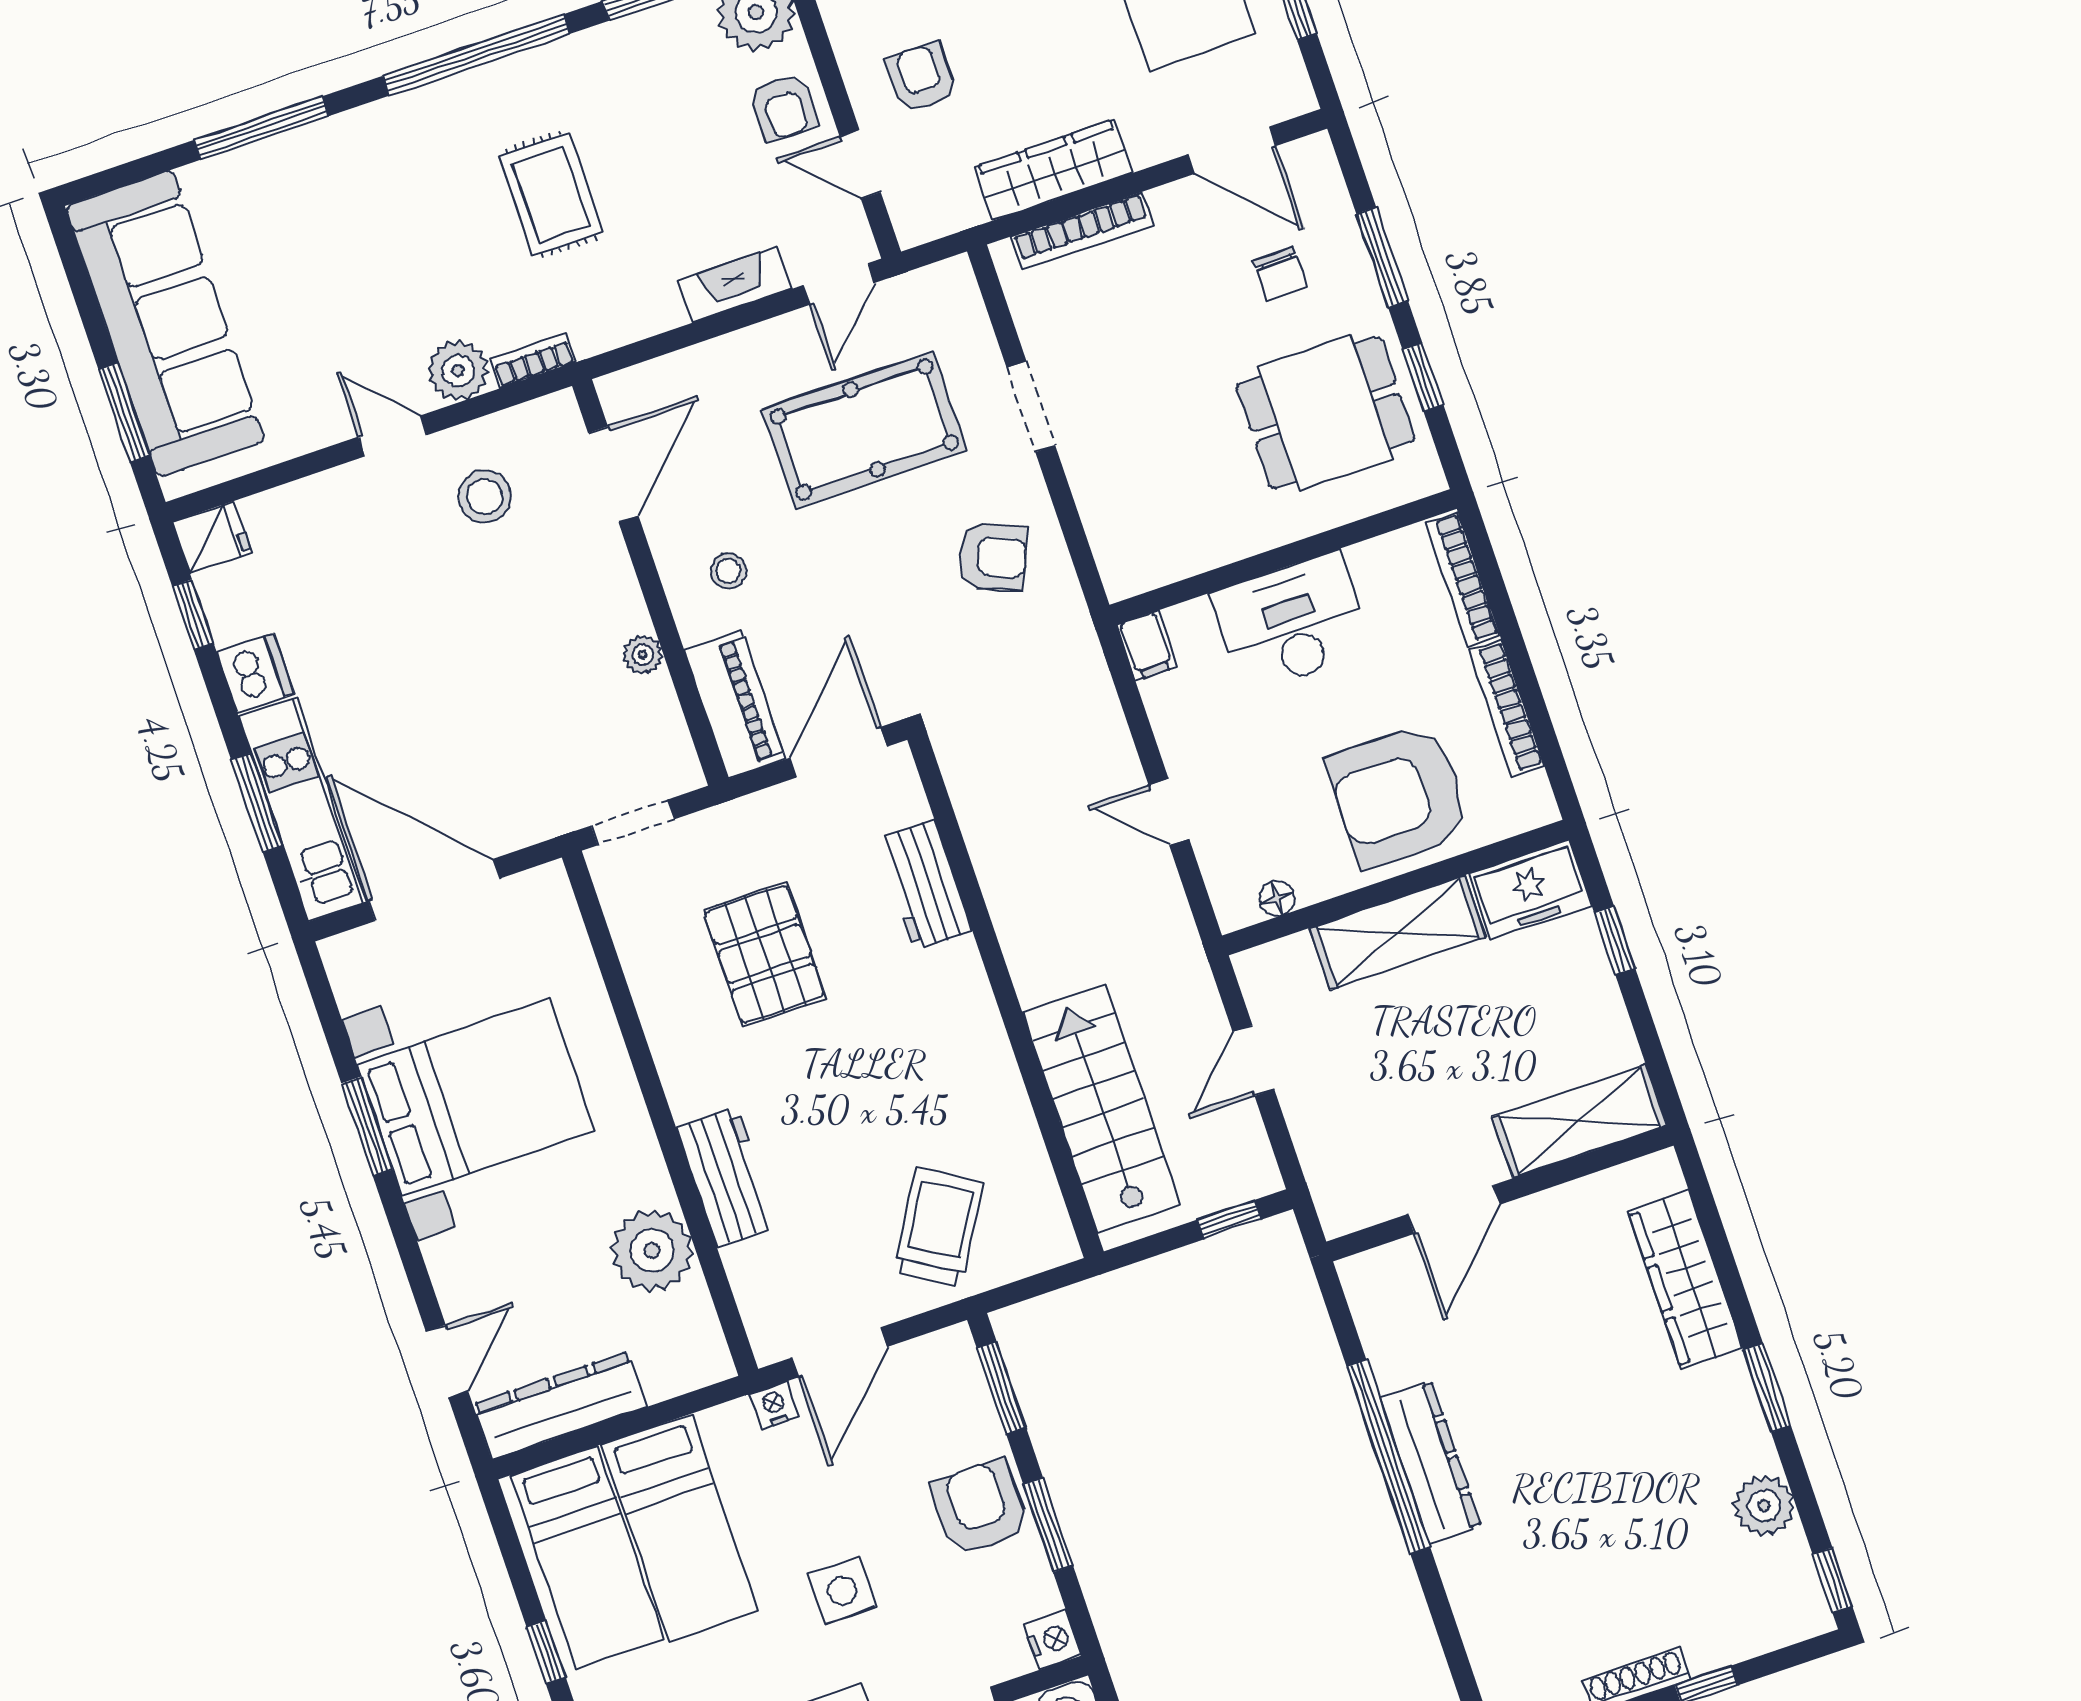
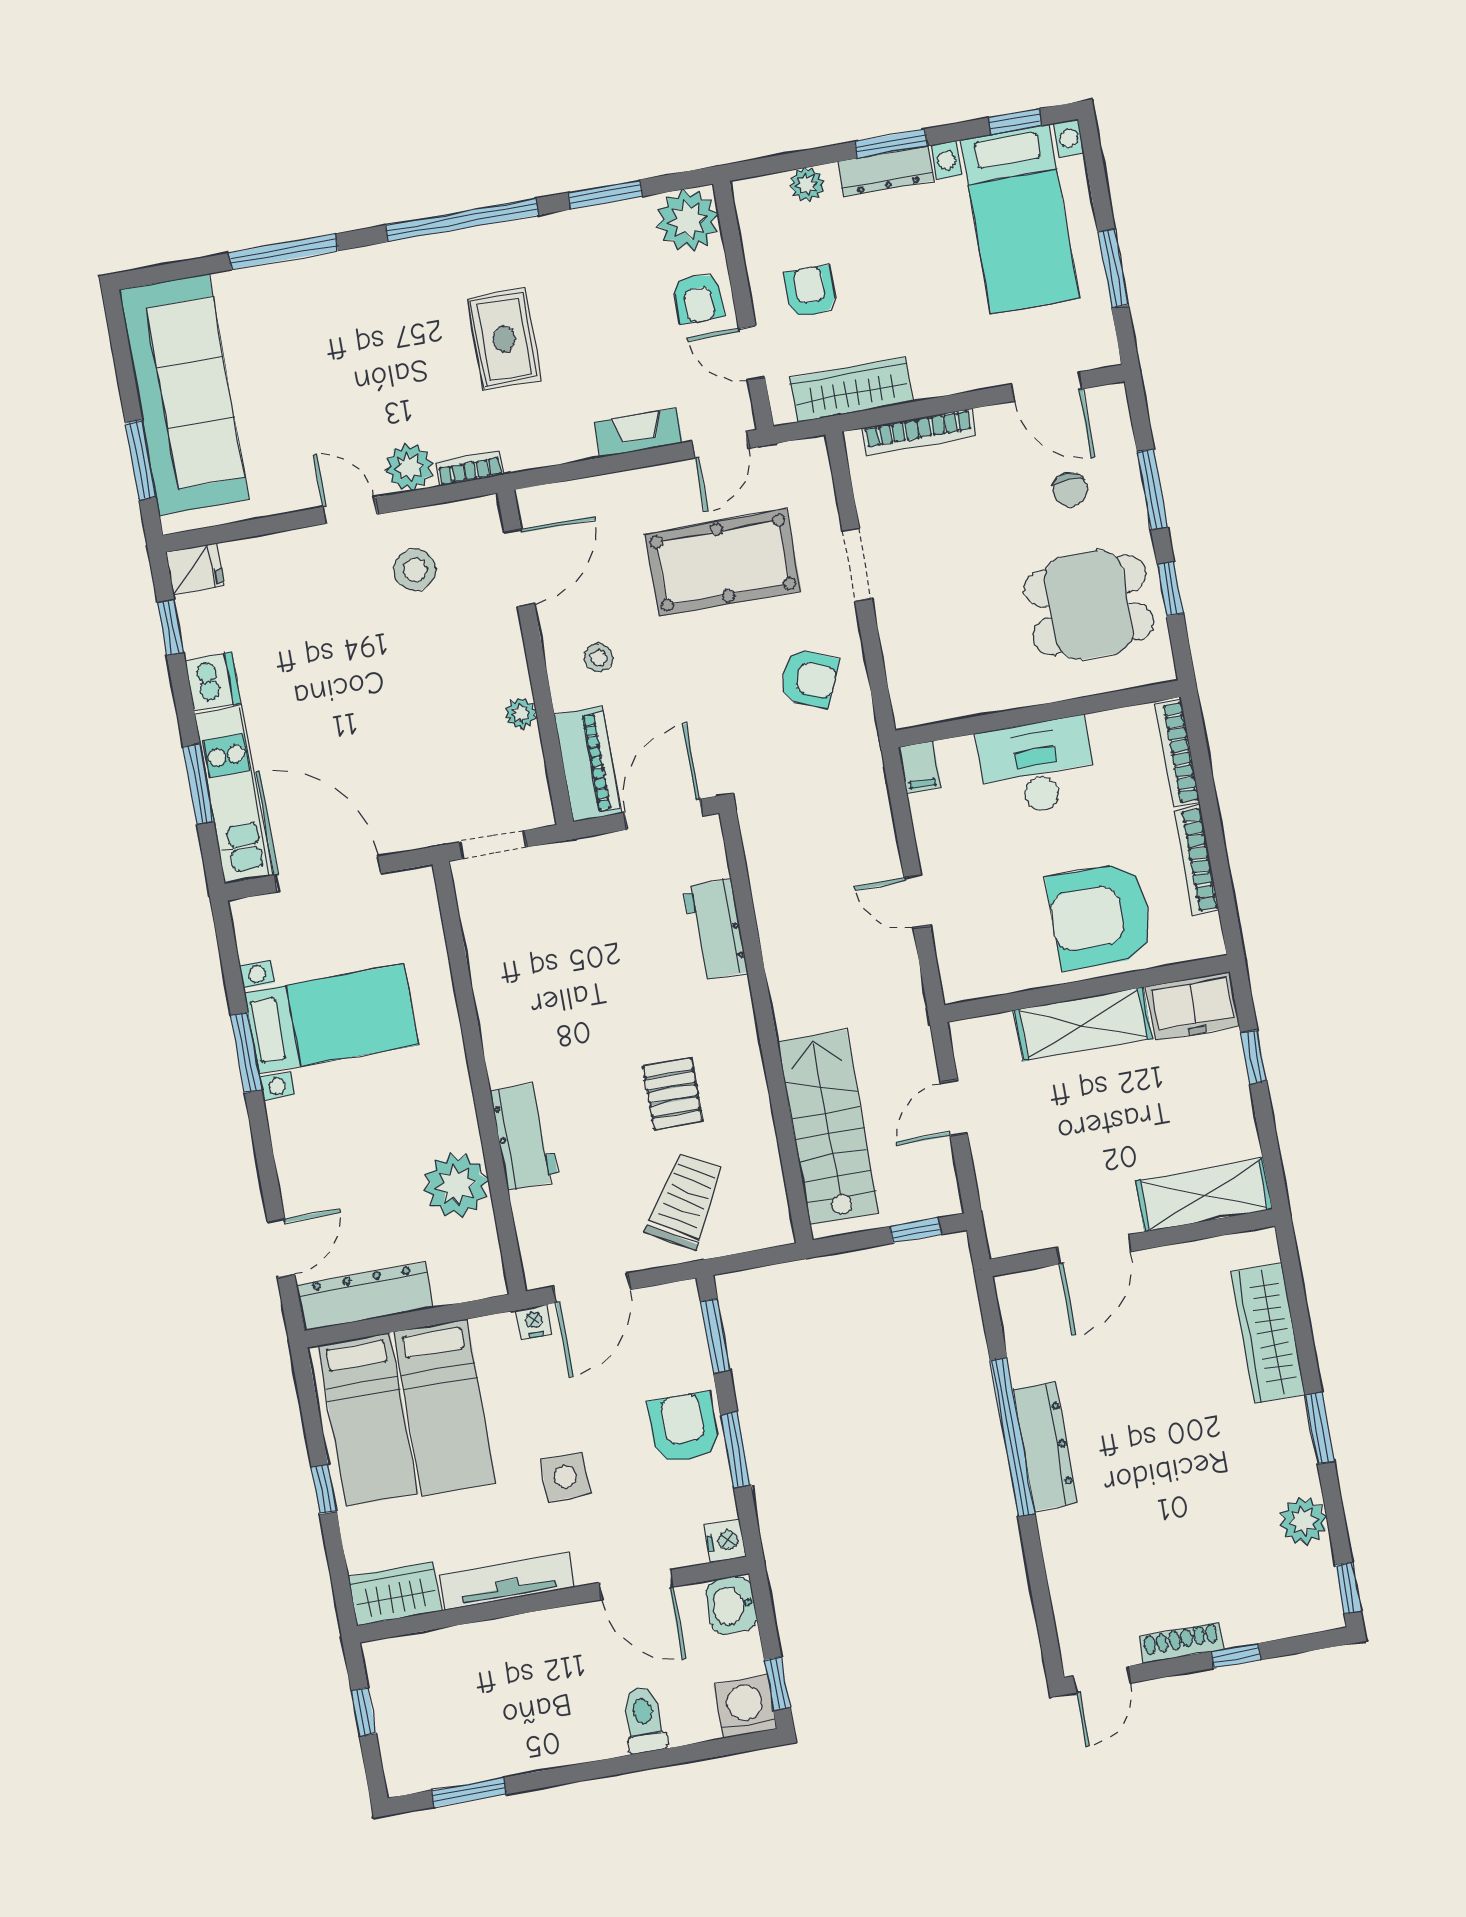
wardrobe: (1054, 170) -> (851, 390), moved
floor lamp: (1277, 898) -> (992, 983), removed
pallet: (764, 954) -> (673, 1094), moved, width x0.67, depth x0.71
bed with nightstands: (476, 1098) -> (331, 1019), width x0.73

